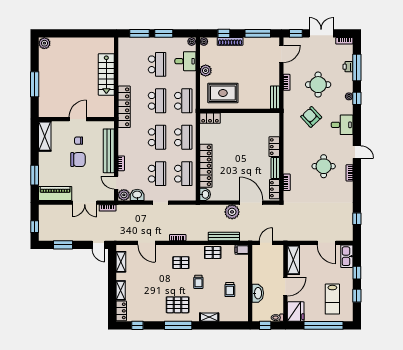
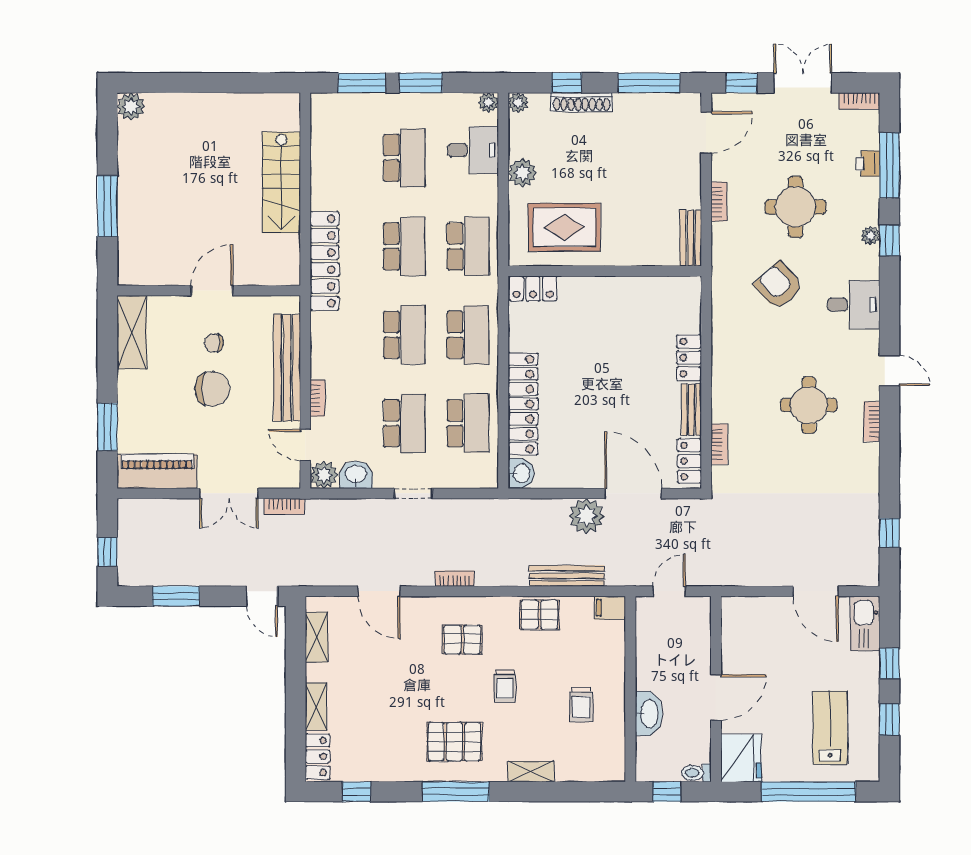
shelving: (293, 260) -> (735, 632), removed
lab bench: (332, 299) -> (830, 728), turned 180

